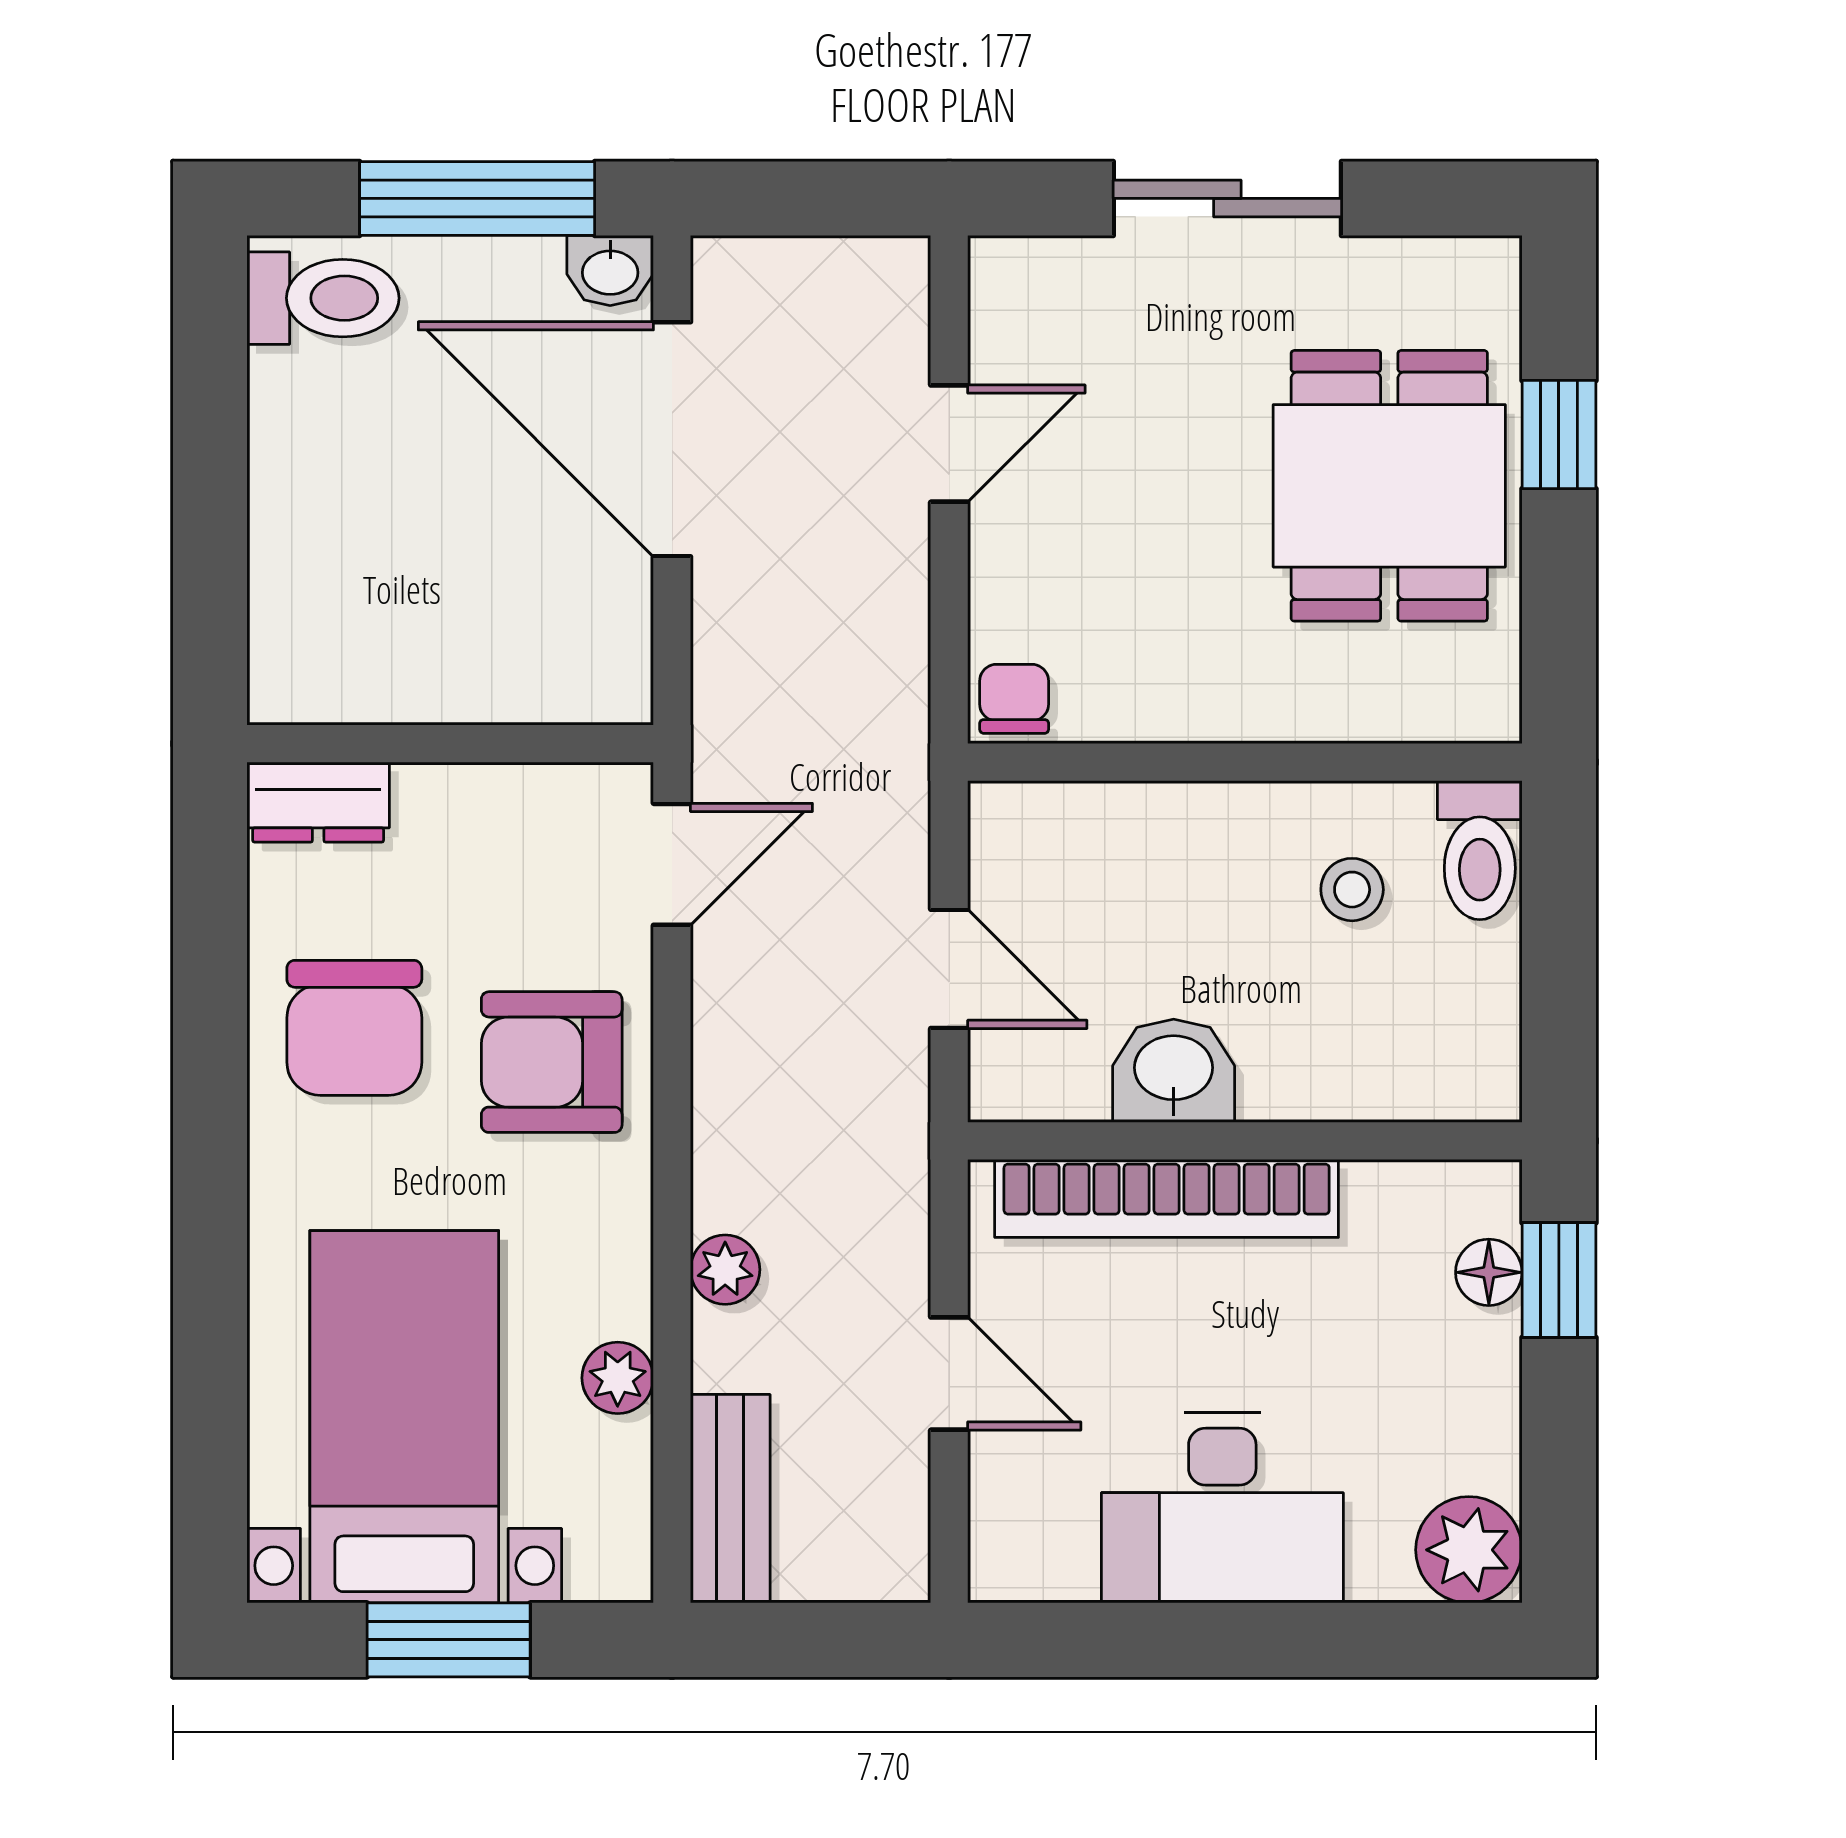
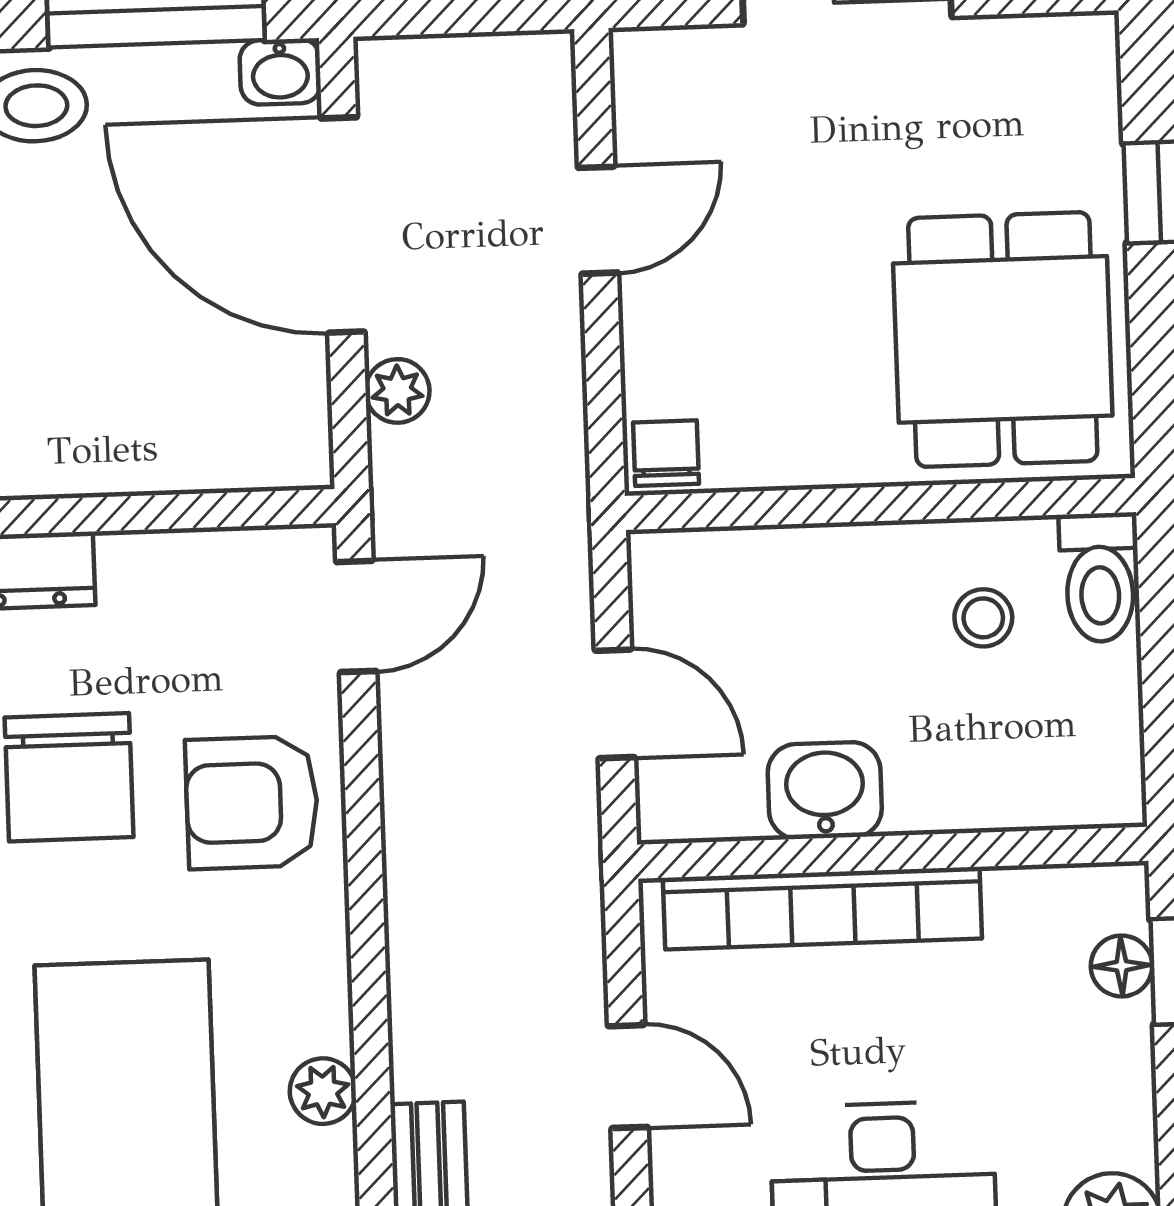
dining table: (1389, 486) -> (1003, 339), moved
plant: (725, 1270) -> (397, 391), moved

